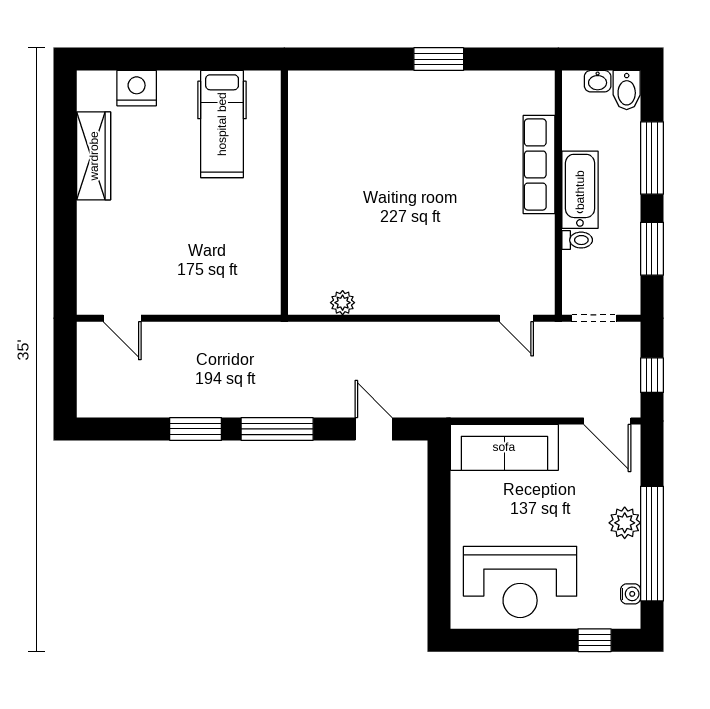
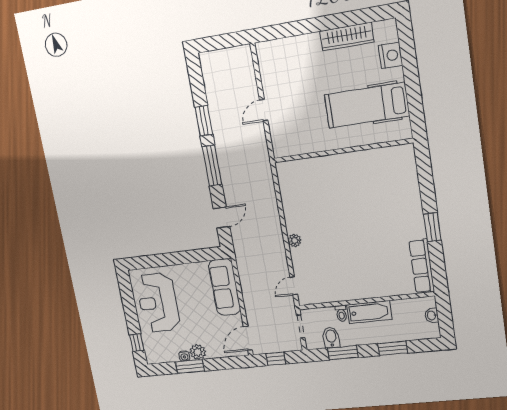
bidet: (627, 90) -> (331, 338), moved, turned 90
hospital bed: (222, 124) -> (367, 105), width x1.37, depth x1.29
window: (652, 158) -> (393, 348), width x0.69
row of seats: (539, 165) -> (422, 266), moved, turned -90
plant: (343, 303) -> (295, 241), moved
door: (122, 318) -> (264, 110), moved
window: (652, 544) -> (190, 366), width x0.47
water cooler: (631, 594) -> (184, 356), moved

